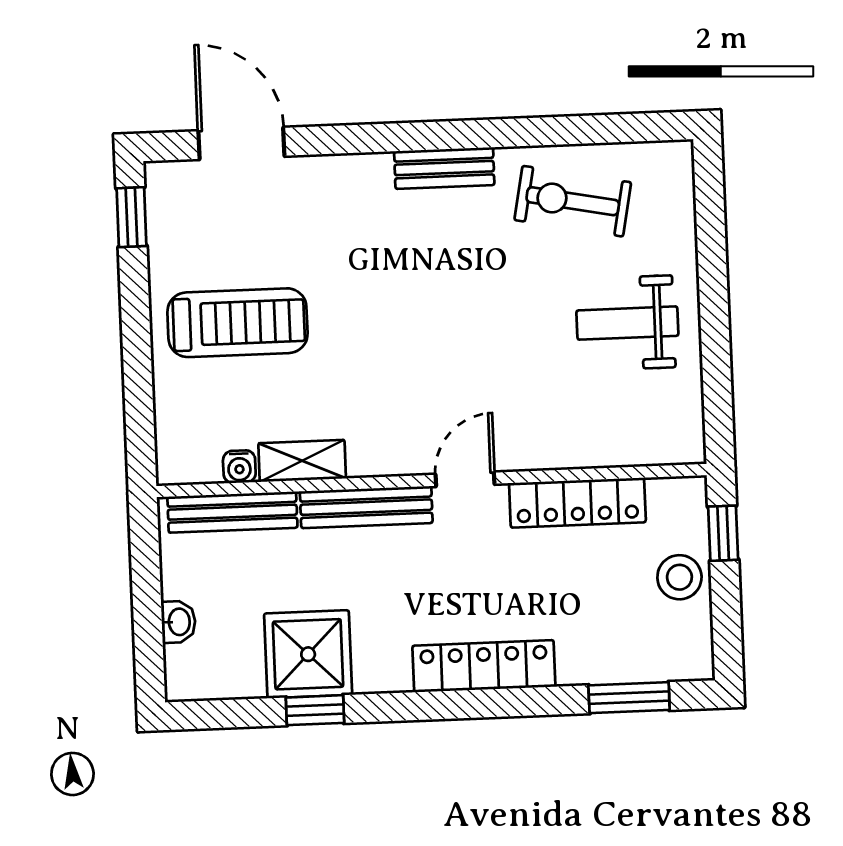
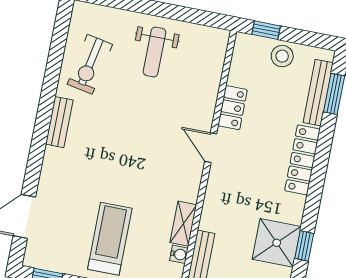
locker: (577, 503) -> (233, 108), width x0.66
bench: (366, 507) -> (318, 93), moved

